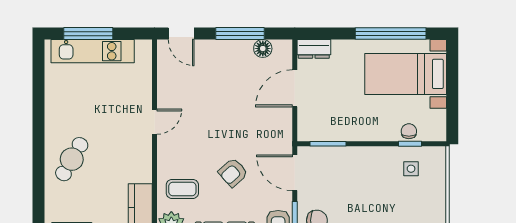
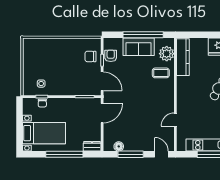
window: (391, 34) -> (64, 154), moved
door: (295, 88) -> (102, 113), moved
door: (155, 122) -> (175, 120), moved
armchair: (233, 173) -> (134, 81), removed

